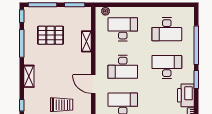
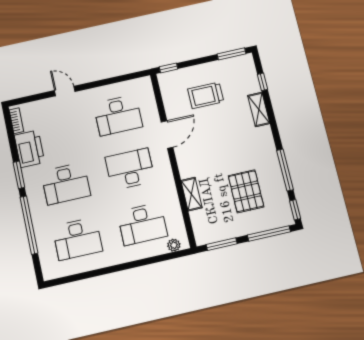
desk: (167, 29) -> (77, 239), turned 180
pallet: (51, 35) -> (246, 191), turned 90
shelving: (29, 76) -> (259, 109), moved
door: (93, 84) -> (167, 135), hinge flipped

